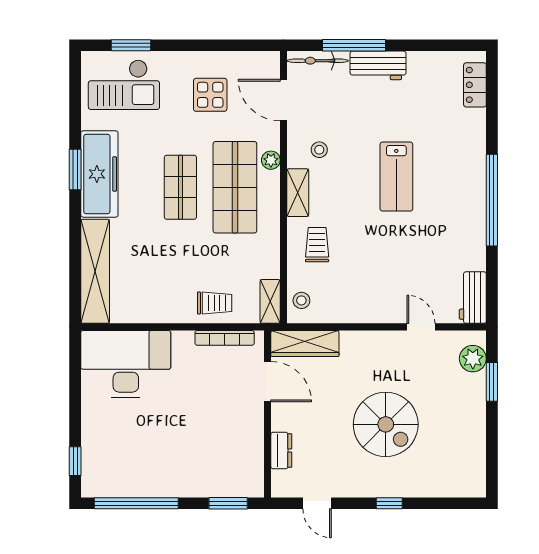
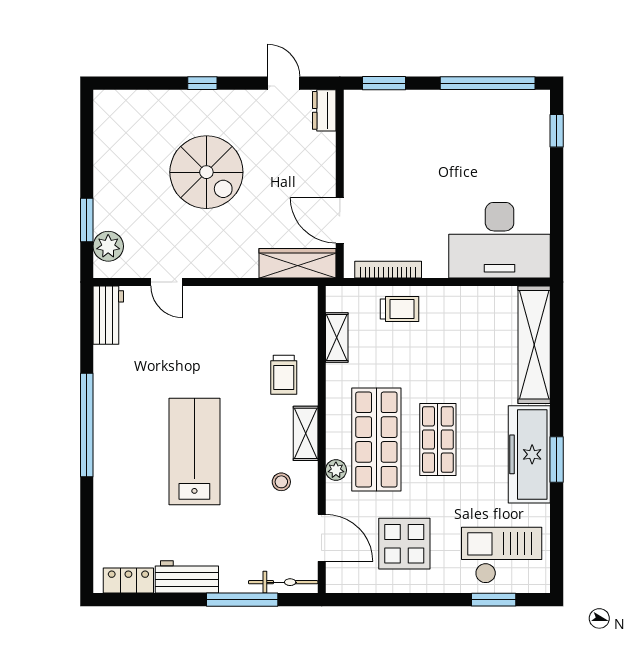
workbench: (378, 65) -> (187, 577), moved
locker: (475, 85) -> (128, 580), moved, turned -90
display table: (210, 95) -> (404, 544), width x1.36, depth x1.36
lab bench: (396, 177) -> (194, 452), width x1.36, depth x1.39
stool: (301, 300) -> (301, 312), removed
shelving: (270, 301) -> (337, 337), moved
trolley: (215, 303) -> (399, 309), turned 180
spiral stairs: (386, 424) -> (206, 172), turned 180
dresser: (281, 450) -> (324, 110), moved

